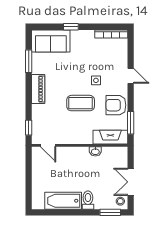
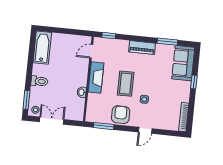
fireplace: (110, 137) -> (96, 77), moved
bathtub: (63, 201) -> (42, 48), moved

